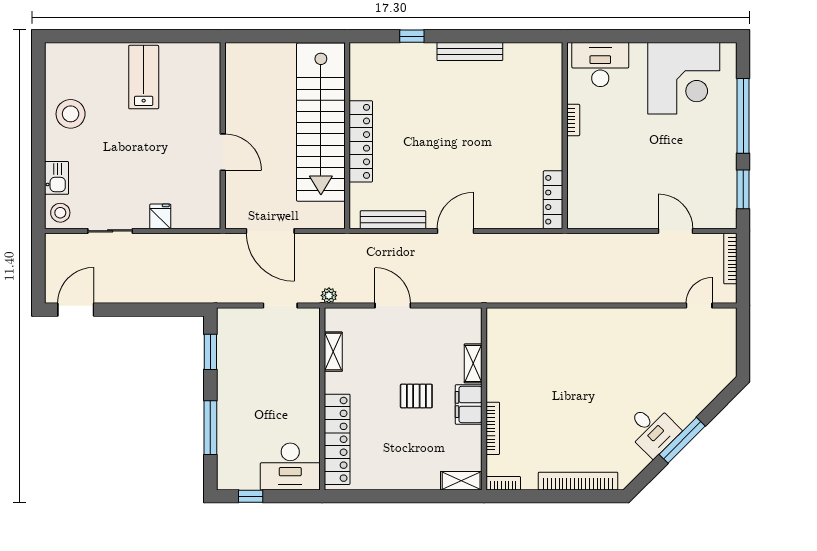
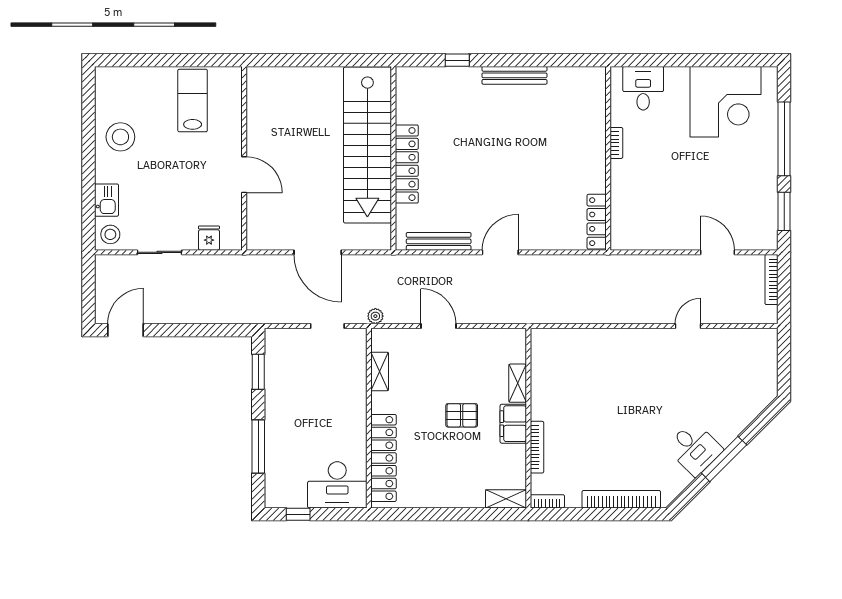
desk: (600, 65) -> (643, 88), width x0.73
wall: (223, 136) -> (244, 158), moved
door: (223, 152) -> (244, 175), moved
door: (699, 306) -> (688, 326), moved

